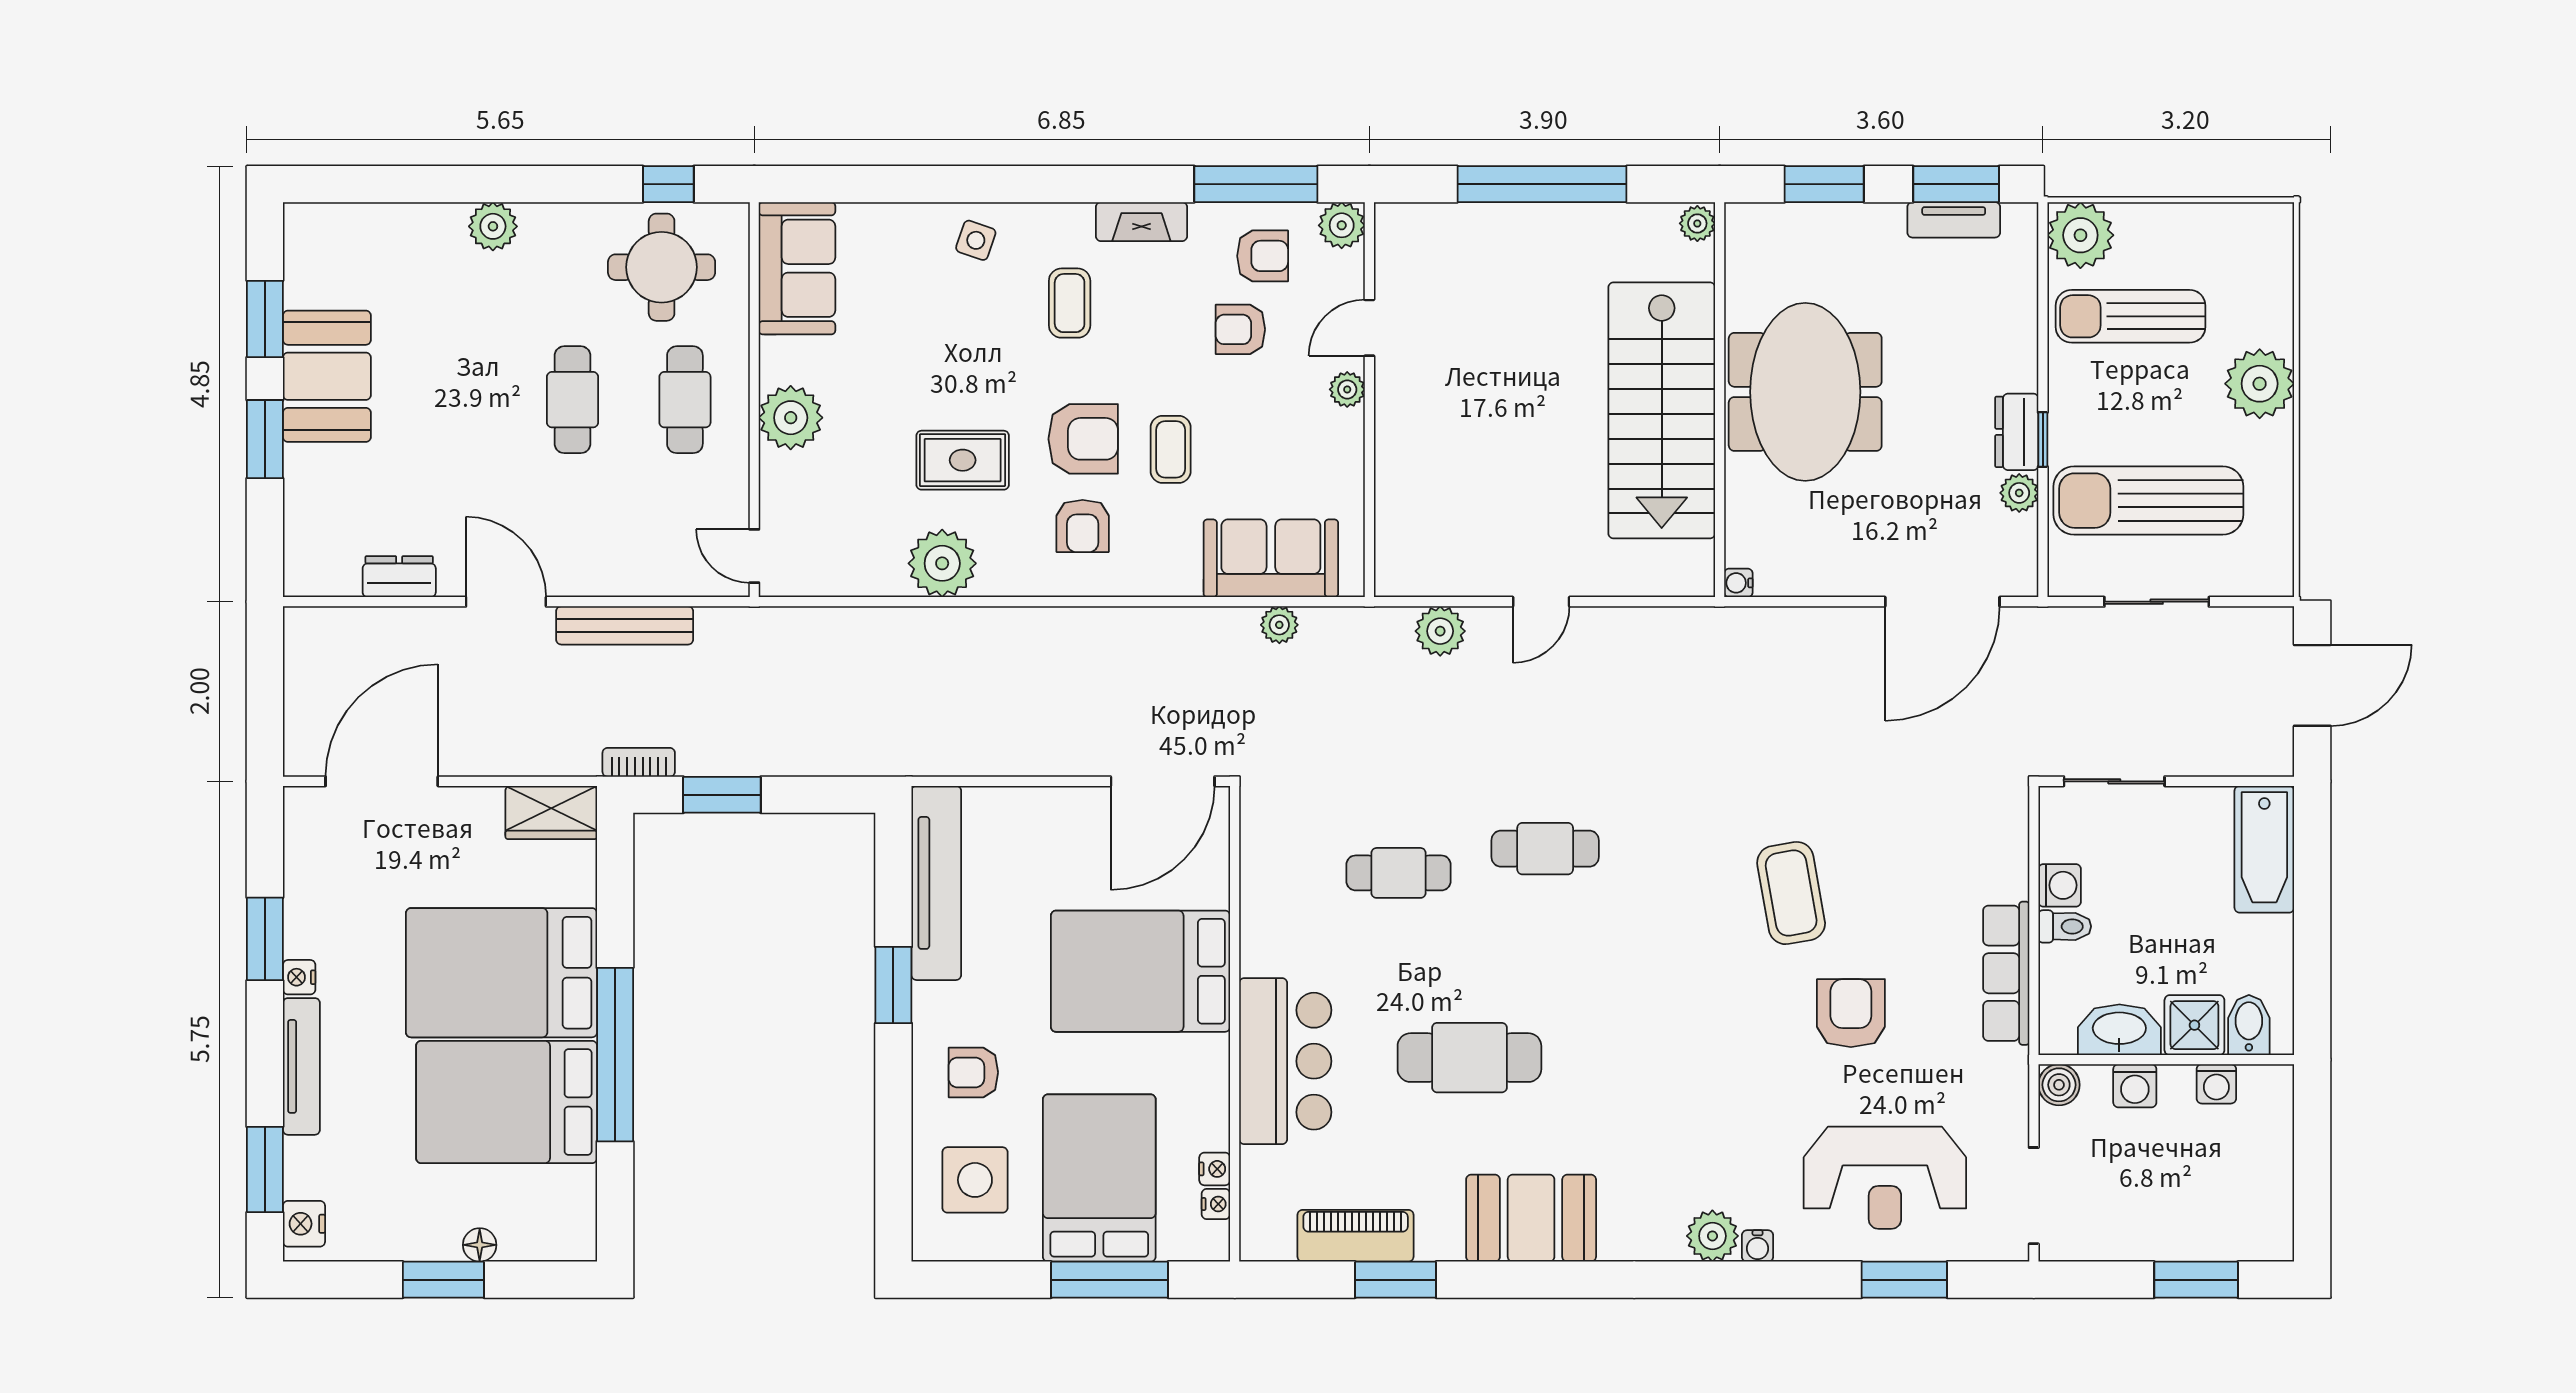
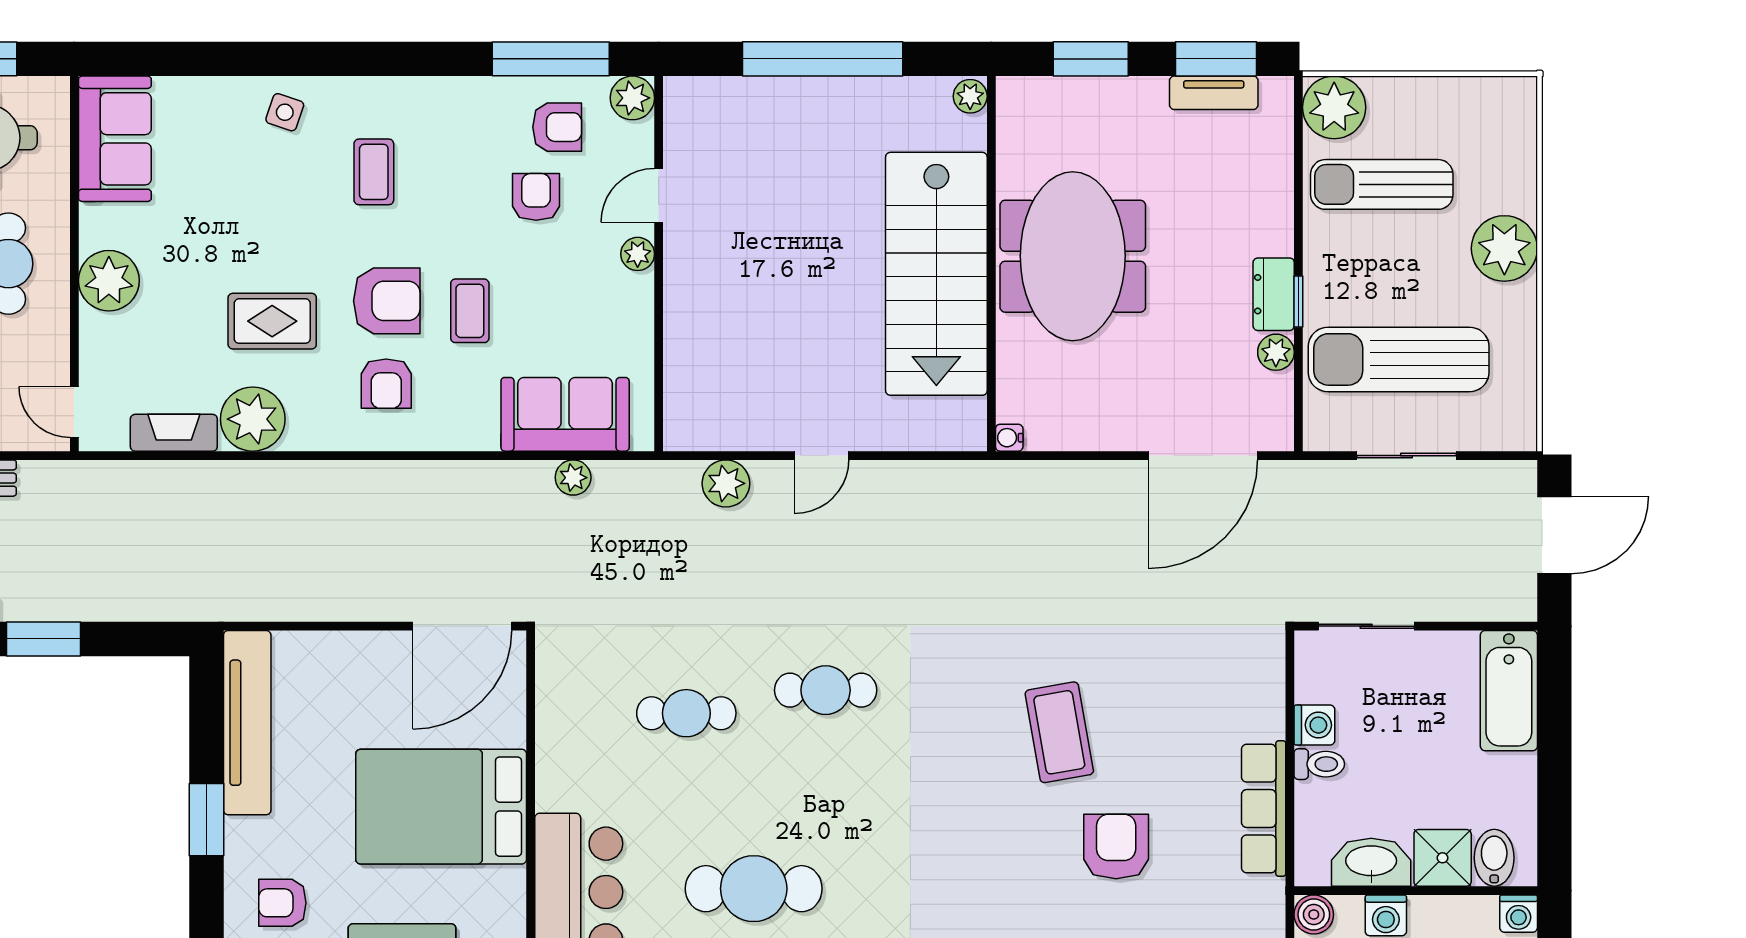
fireplace: (1141, 222) -> (174, 433), moved, turned 180
armchair: (1240, 329) -> (536, 197), turned 90
washing machine: (2216, 1084) -> (1519, 914), moved

